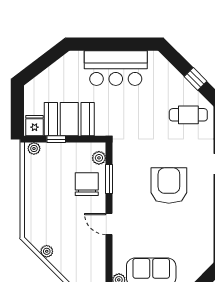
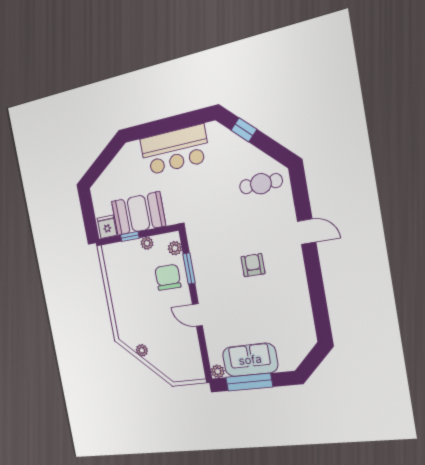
window: (195, 79) -> (244, 130), moved
plant: (34, 149) -> (147, 243), moved
armchair: (169, 186) -> (253, 265), width x0.53, depth x0.53

